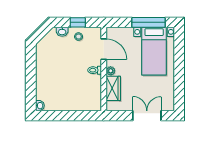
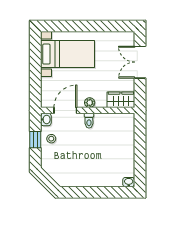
window: (149, 22) -> (35, 60), removed
washbasin: (62, 32) -> (46, 119), moved
wardrobe: (113, 88) -> (121, 100), moved

